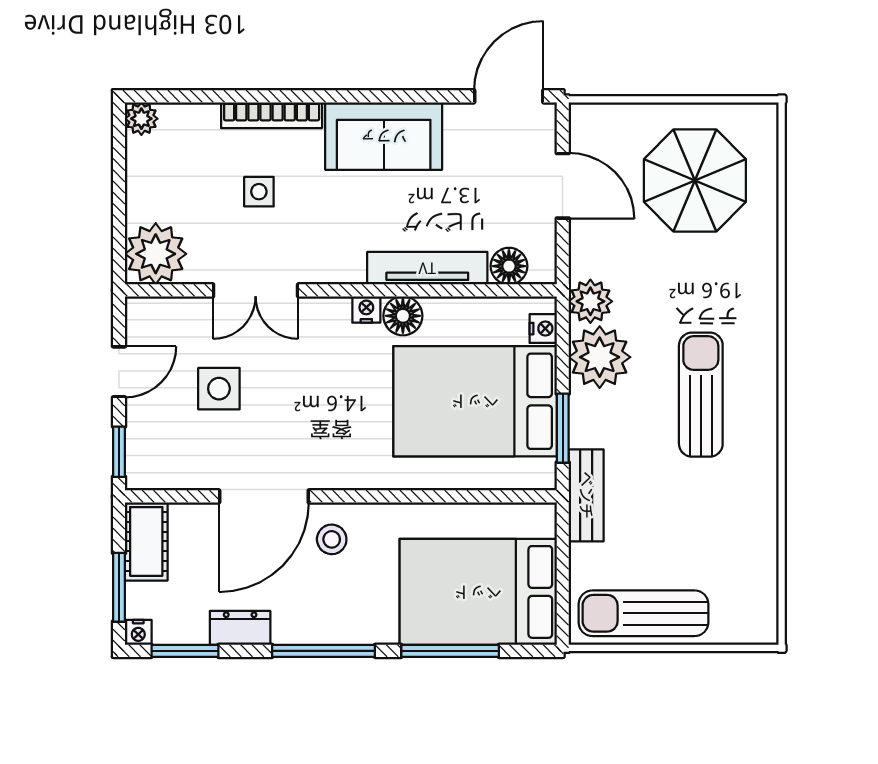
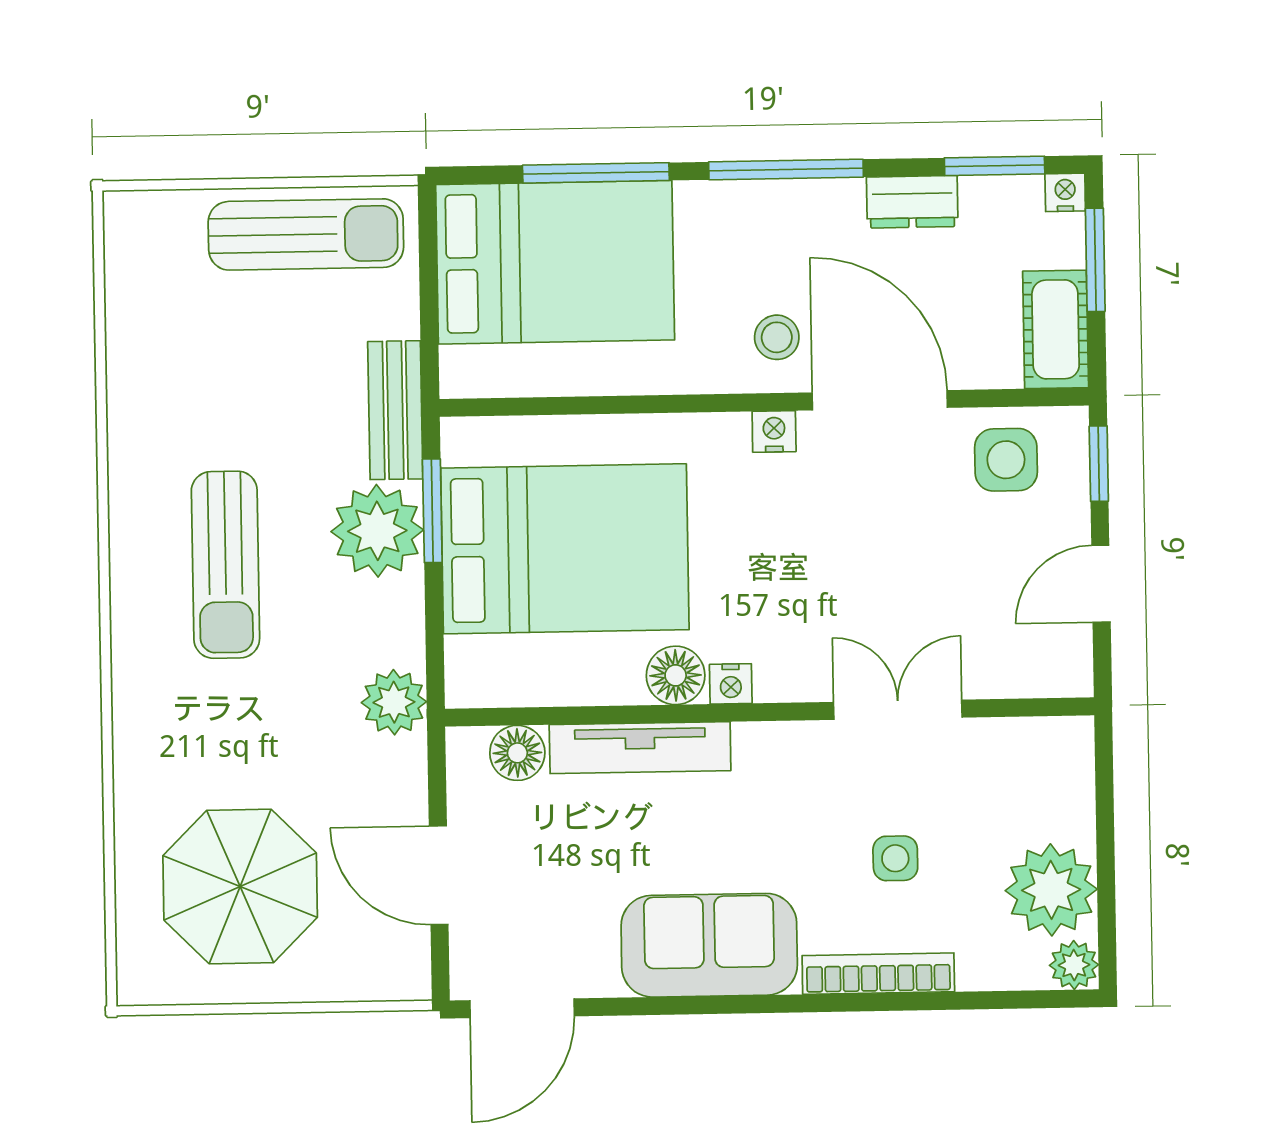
plant: (156, 254) -> (1051, 890), moved
nightstand: (543, 329) -> (774, 431), moved, turned 90
plant: (600, 357) -> (377, 531), moved
side table: (219, 389) -> (1006, 460), moved
door: (264, 496) -> (880, 400), hinge flipped

